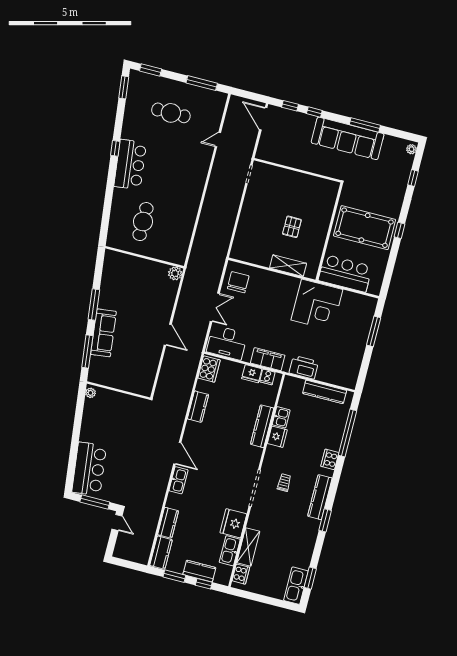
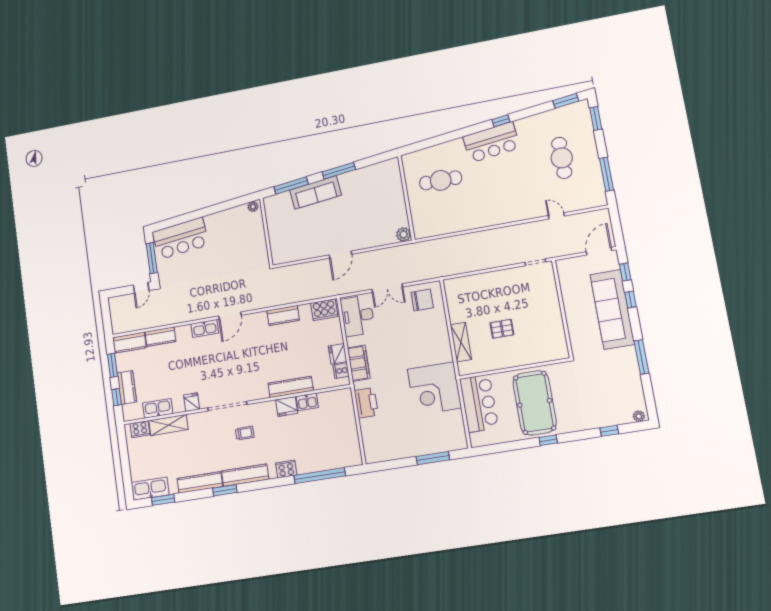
sofa: (348, 138) -> (612, 309), moved
kitchen counter: (325, 392) -> (200, 482), moved, turned 90
fridge: (233, 523) -> (192, 402), width x0.53, depth x0.75

